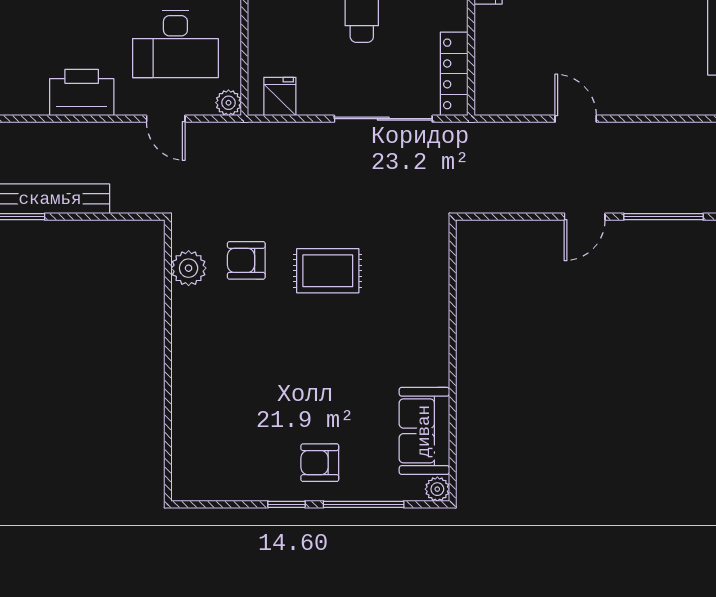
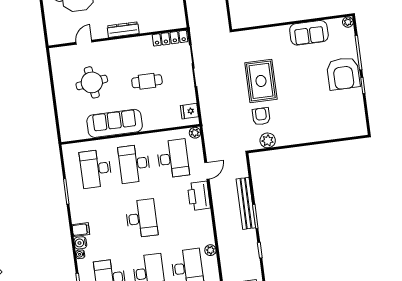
door: (166, 119) -> (207, 171), moved
armchair: (246, 260) -> (261, 116), turned 180
rug: (328, 271) -> (261, 81), width x1.36, depth x1.43
sofa: (424, 431) -> (309, 33), moved
armchair: (320, 463) -> (343, 74), width x1.88, depth x1.88

